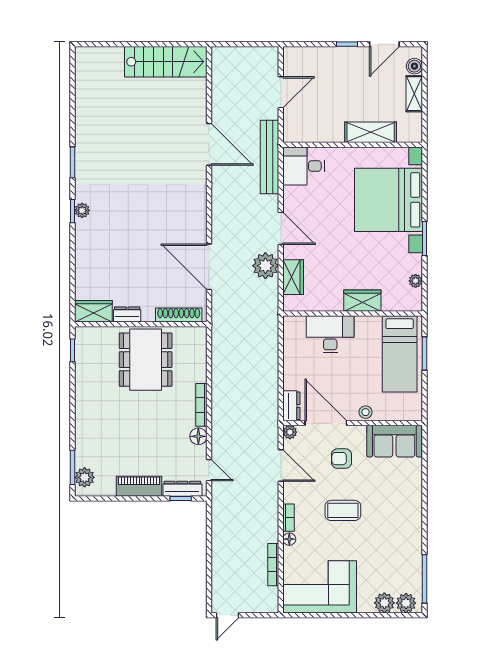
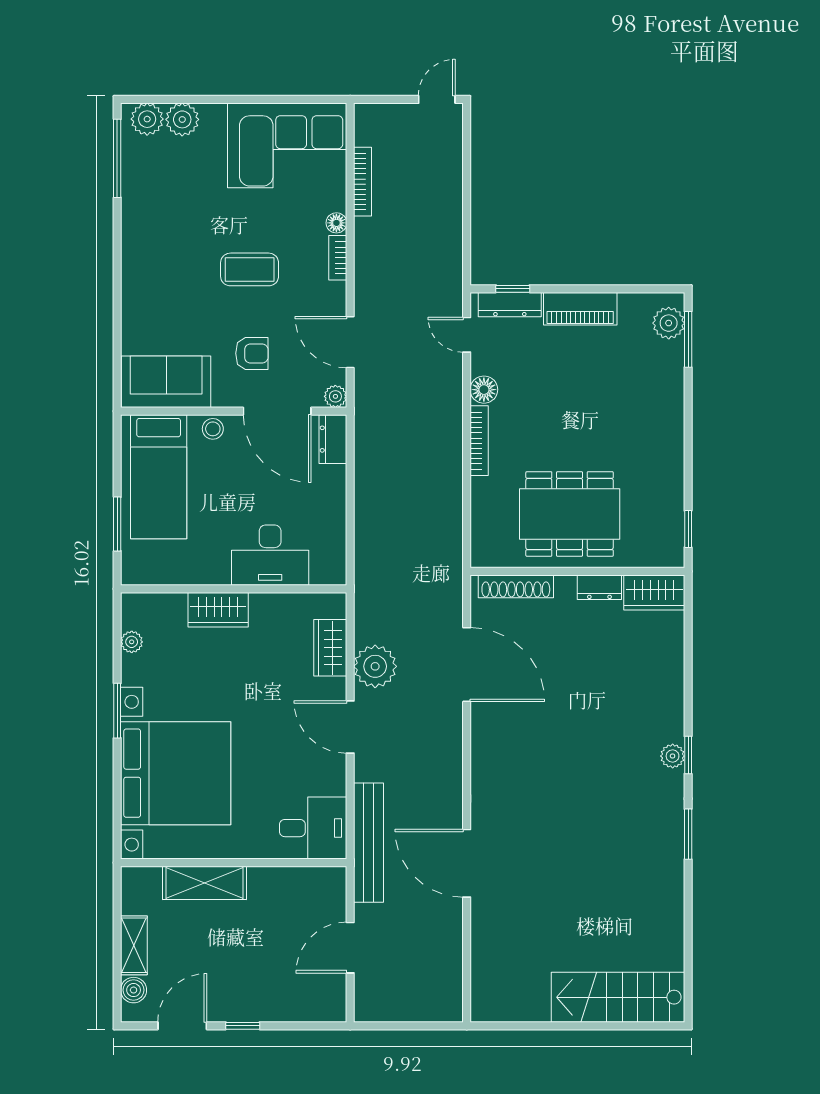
stairs: (166, 62) -> (618, 997), moved
bed: (400, 354) -> (159, 477), moved, turned 180
dining table: (146, 360) -> (570, 514), turned 90

